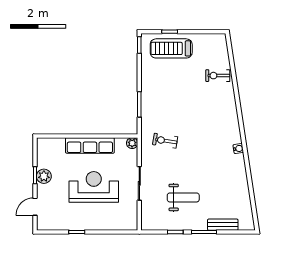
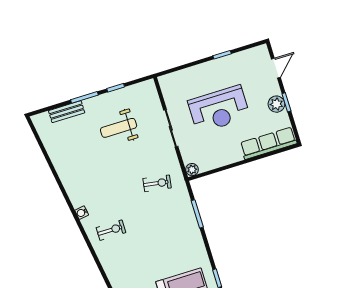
exercise bike: (218, 76) -> (111, 230), moved
row of seats: (90, 145) -> (268, 143), moved
water cooler: (238, 149) -> (82, 213), moved

